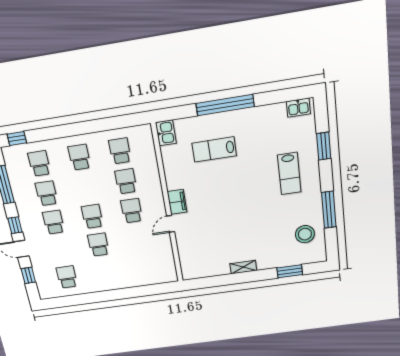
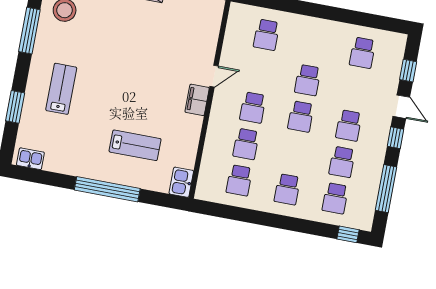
school desk: (143, 267) -> (266, 35), added

